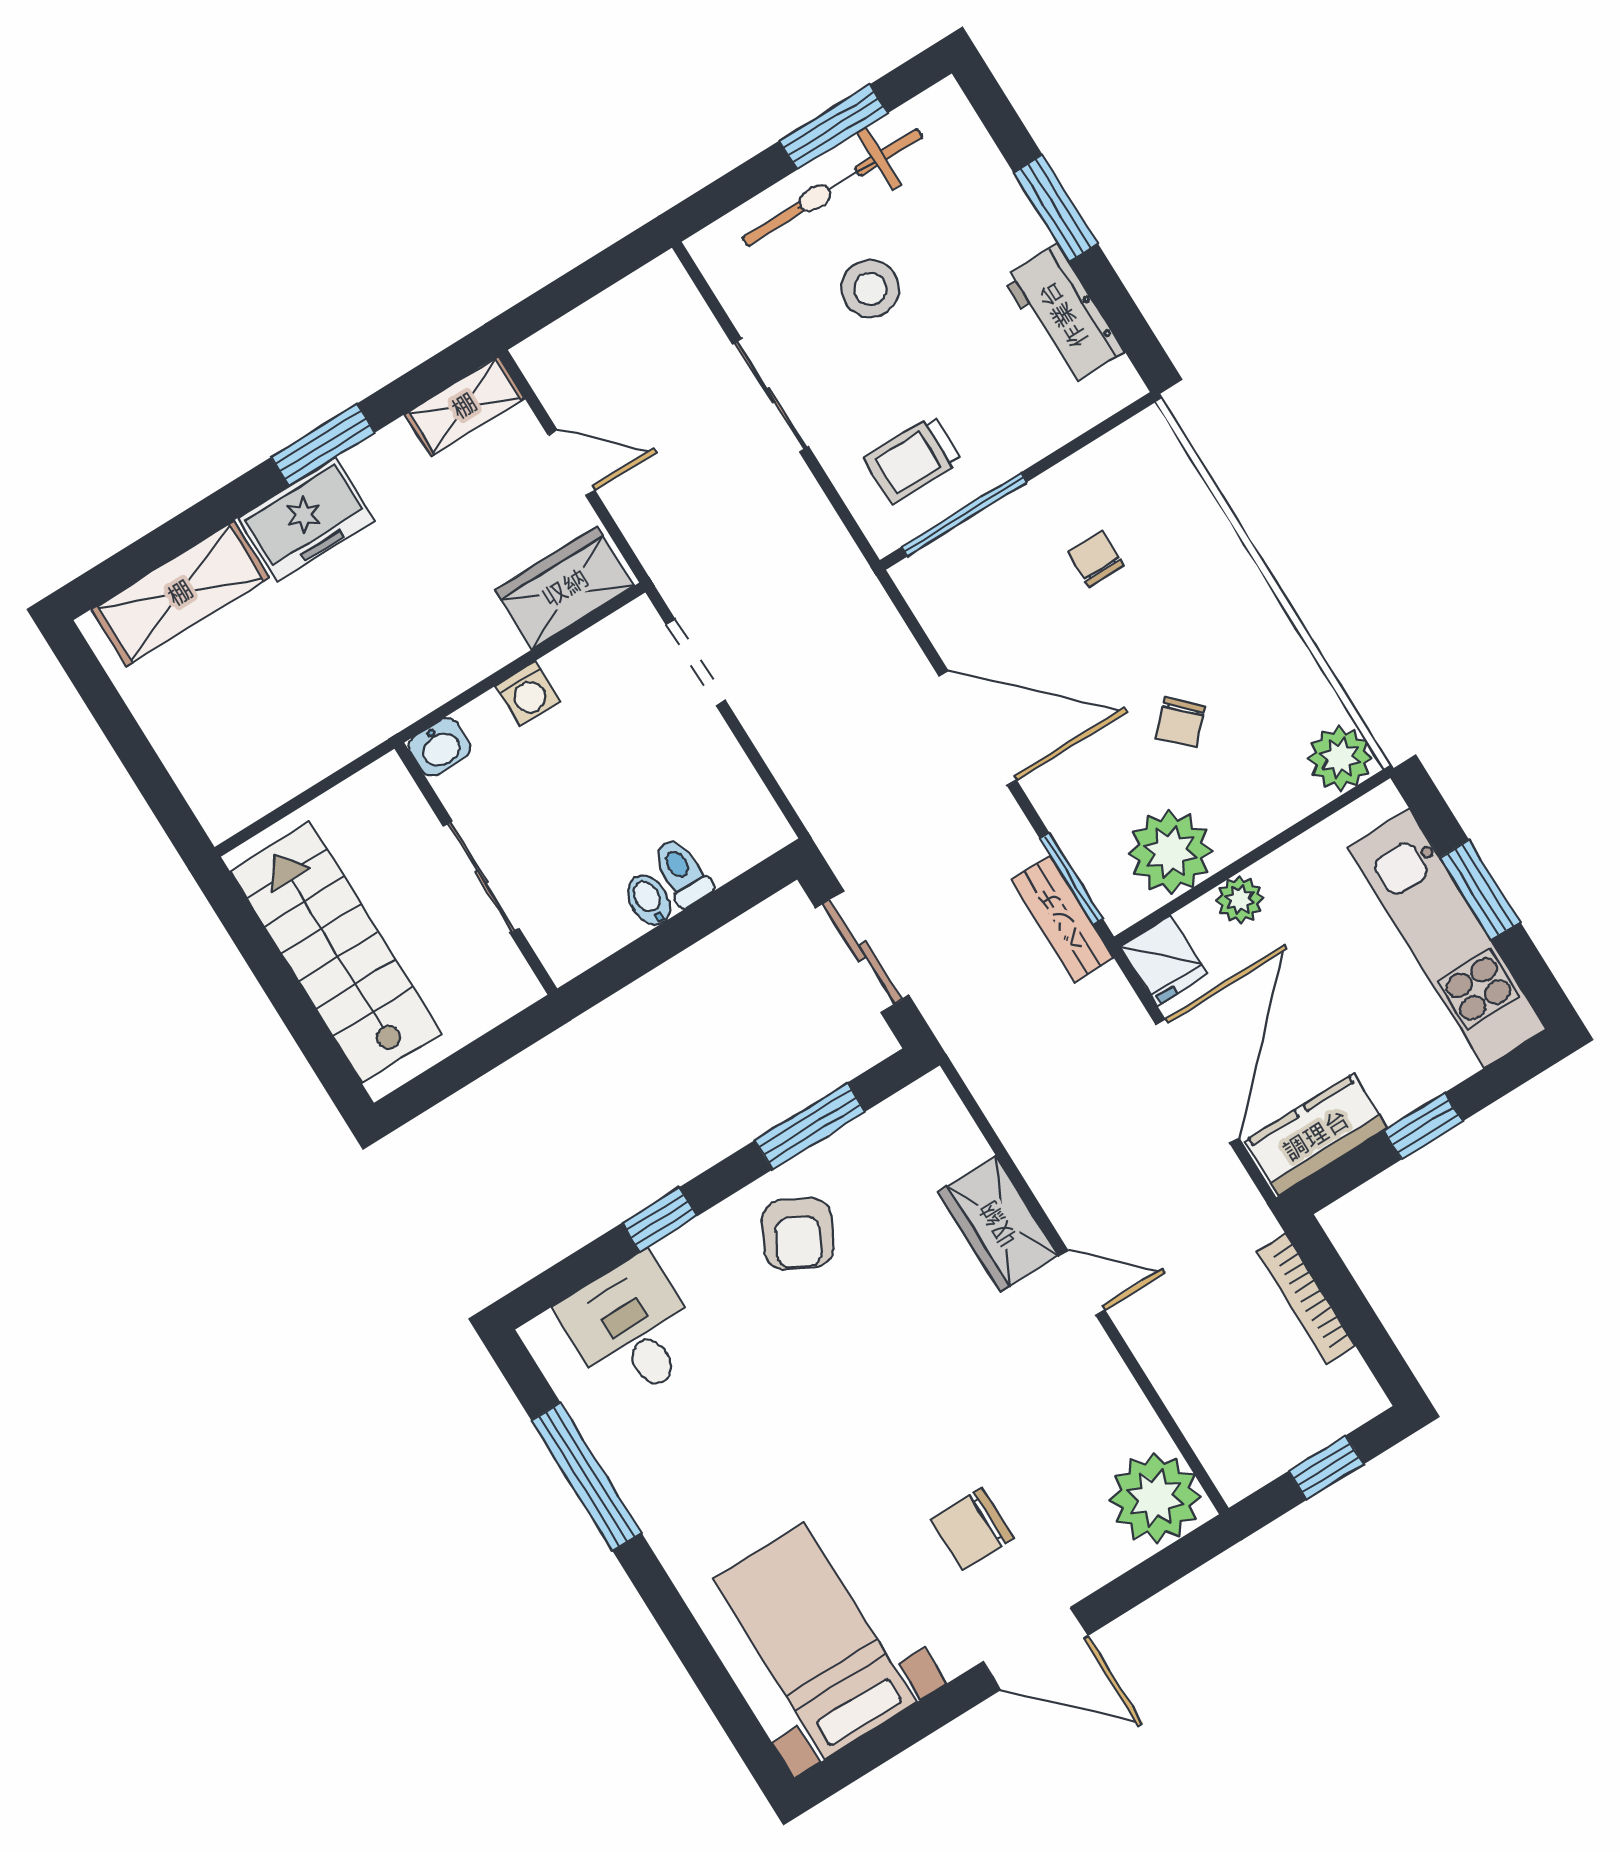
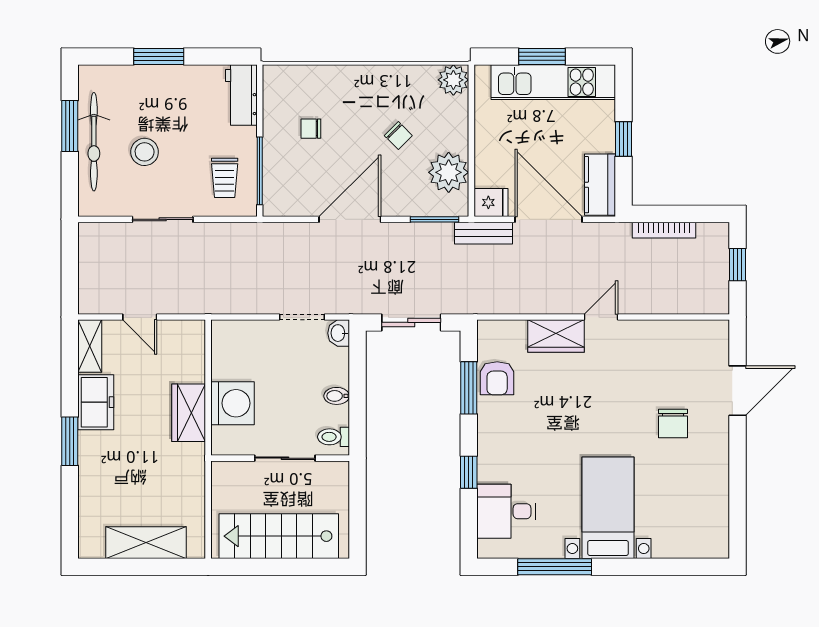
workbench: (1063, 315) -> (241, 95), moved, turned 90
window: (323, 445) -> (70, 441), moved
door: (571, 463) -> (140, 317), swing flipped
freezer: (306, 519) -> (96, 402), moved
wardrobe: (565, 588) -> (189, 413), moved
shelving: (180, 593) -> (146, 543), moved, turned 90
doorway: (696, 662) -> (302, 317), moved
washing machine: (528, 694) -> (232, 403), width x1.89, depth x1.89
washbasin: (440, 747) -> (339, 333), moved, turned 180
toilet: (682, 872) -> (334, 437), moved
plant: (1240, 900) -> (486, 156), removed
bench: (1062, 919) -> (483, 233), moved
armchair: (798, 1234) -> (497, 378), moved, turned 63
plant: (1155, 1498) -> (707, 341), removed
bed with nightstands: (815, 1641) -> (608, 508), moved, turned 90
door: (1035, 1649) -> (737, 391), moved

